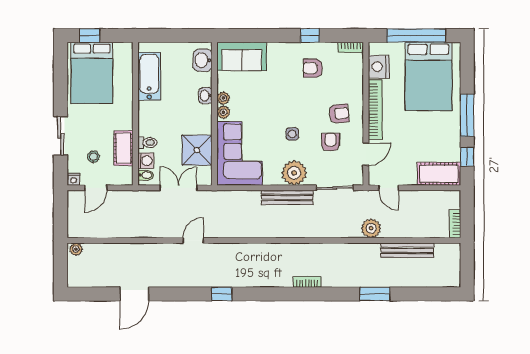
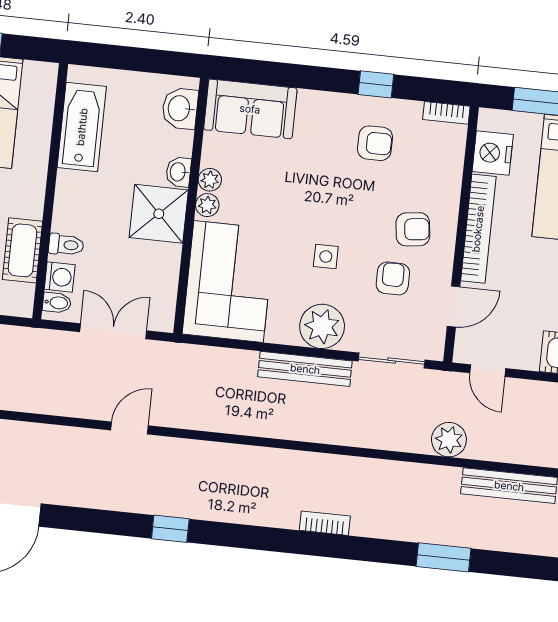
armchair: (313, 68) -> (375, 143), turned 180
shower: (197, 150) -> (159, 214), moved

